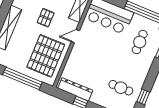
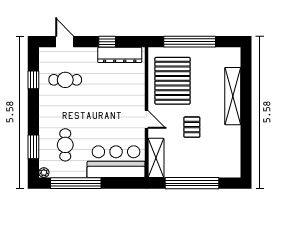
door: (75, 36) -> (146, 120), hinge flipped

